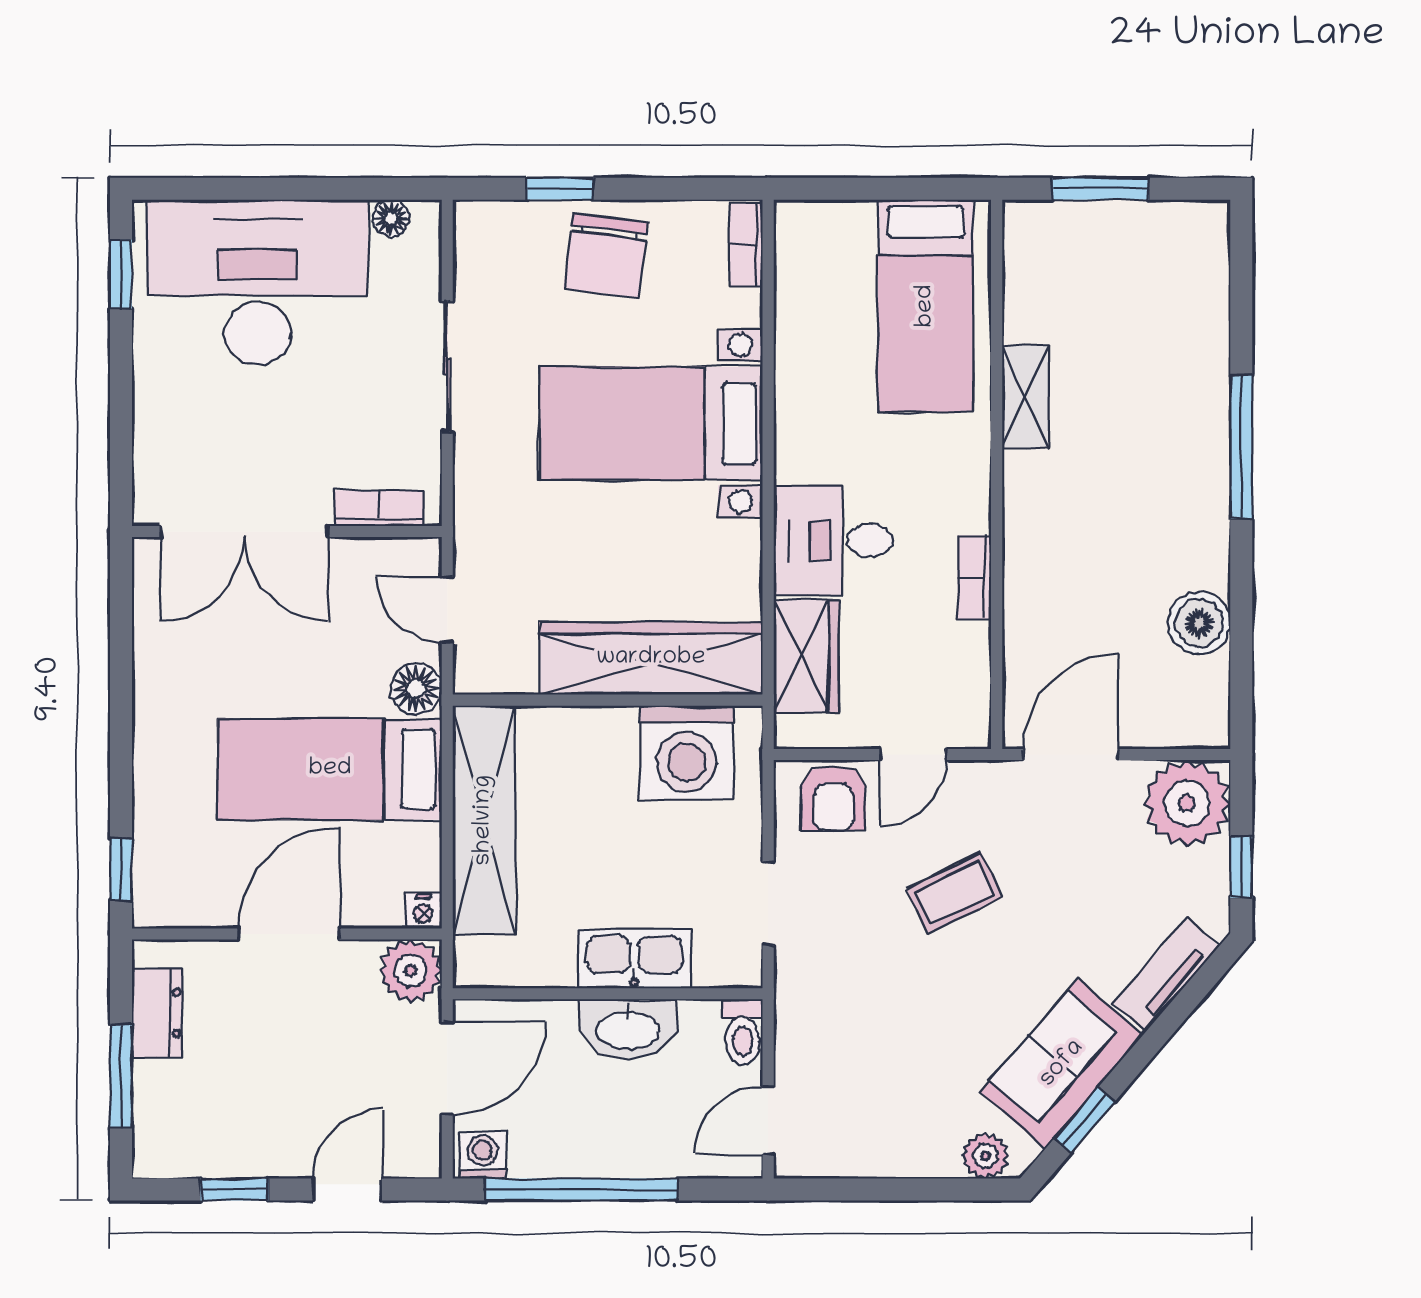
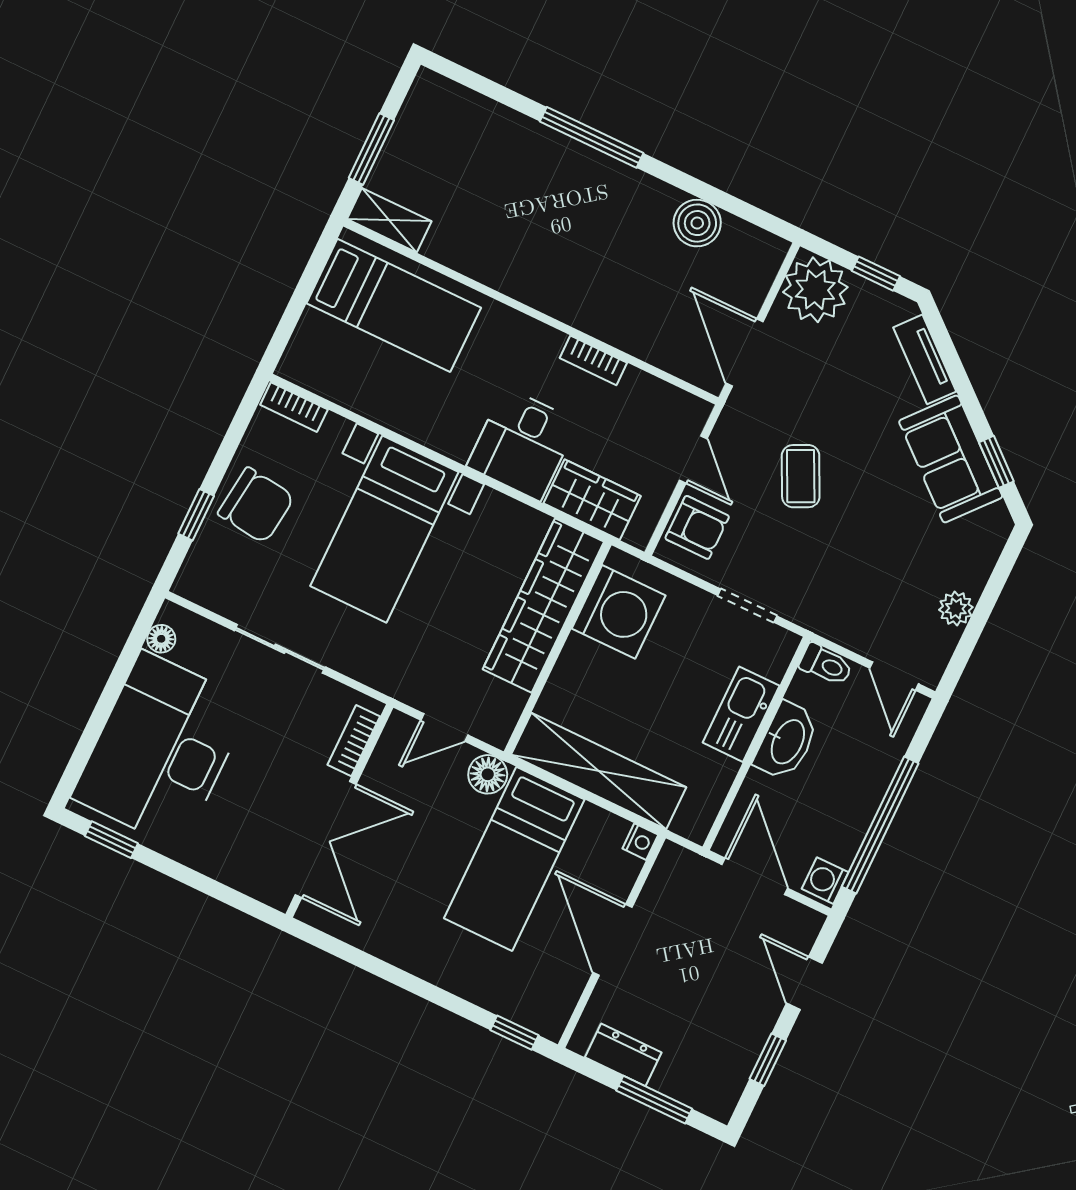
shelving: (1025, 397) -> (389, 220), moved
plant: (411, 970) -> (677, 869), removed
plant: (985, 1156) -> (956, 609), moved

